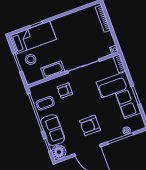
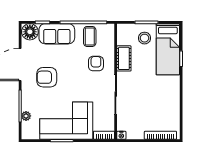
armchair: (90, 125) -> (47, 77), turned -90

